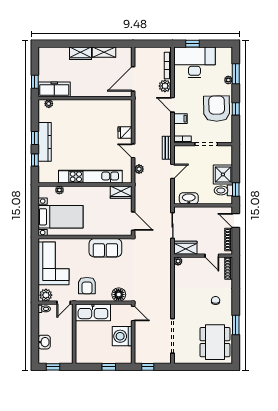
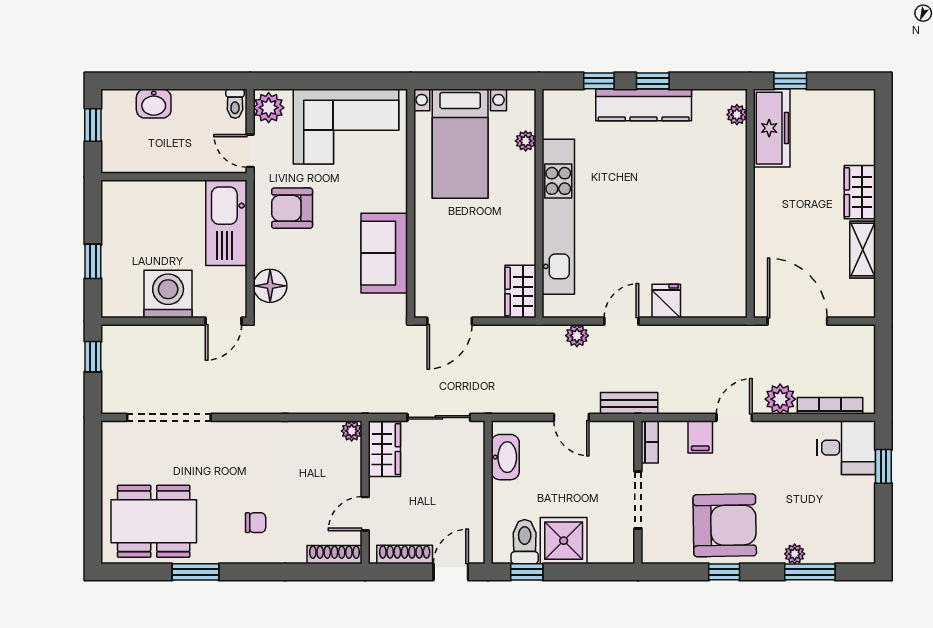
desk: (194, 62) -> (846, 448), width x0.53, depth x0.77

